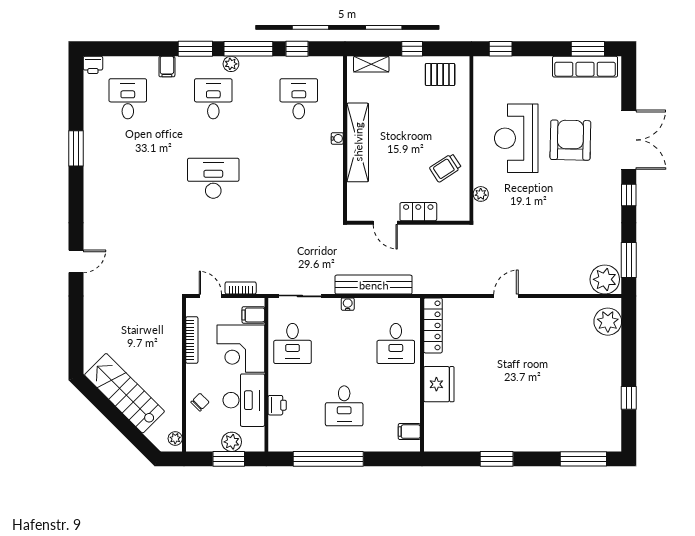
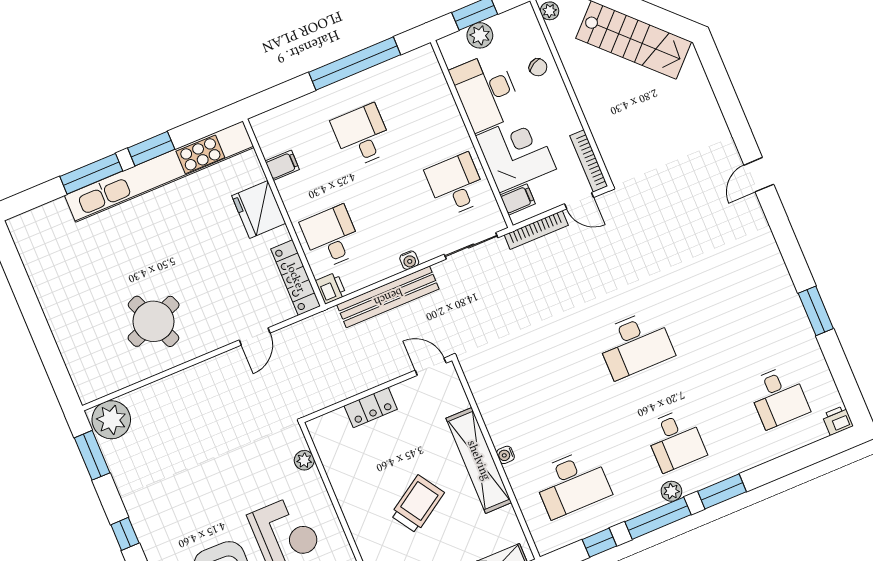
filing cabinet: (167, 67) -> (747, 456), removed
desk: (299, 99) -> (572, 483), width x1.37
trolley: (445, 168) -> (417, 504), moved, width x1.36, depth x1.39
door: (385, 223) -> (431, 367), moved
bookcase: (241, 288) -> (536, 230), width x1.56
door: (506, 296) -> (255, 336), moved
plant: (608, 322) -> (86, 370), removed
round table: (546, 336) -> (154, 321), added
bookcase: (192, 340) -> (589, 161), moved
window: (629, 398) -> (23, 289), removed
chair: (200, 402) -> (538, 67), turned -75
printer: (277, 405) -> (331, 288), moved, turned 180
filing cabinet: (409, 432) -> (282, 165), moved
kitchen unit: (498, 440) -> (159, 172), added
window: (583, 459) -> (91, 174), moved

